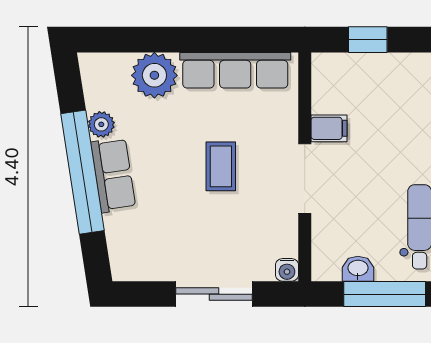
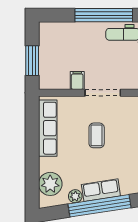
window: (368, 40) -> (32, 61), width x1.50
plant: (154, 75) -> (50, 184), moved
coffee table: (221, 166) -> (97, 135), turned 90

